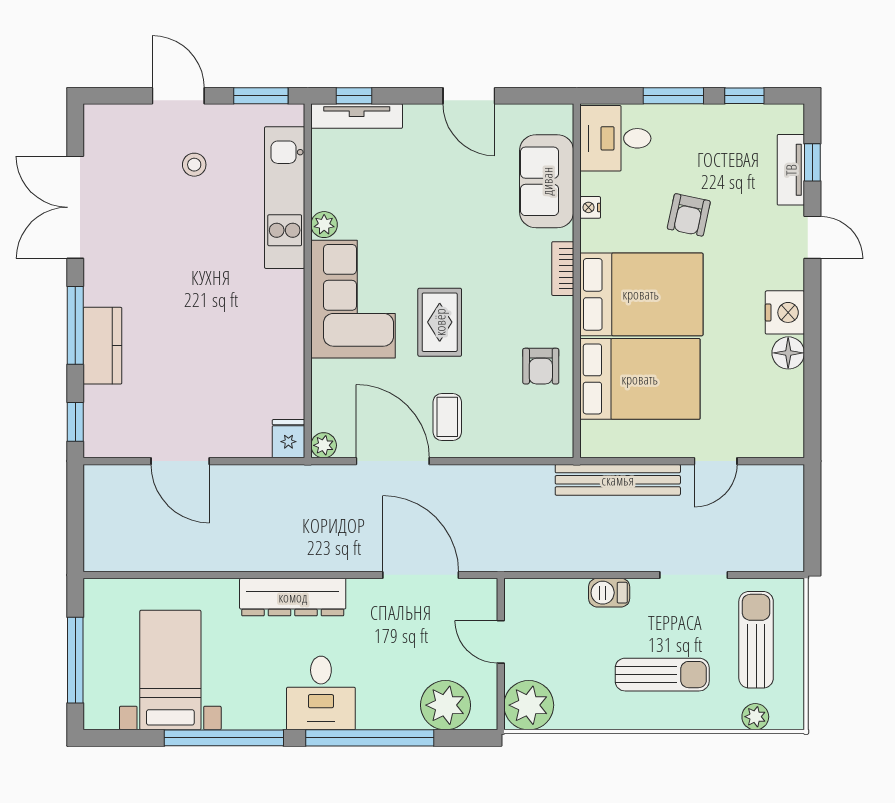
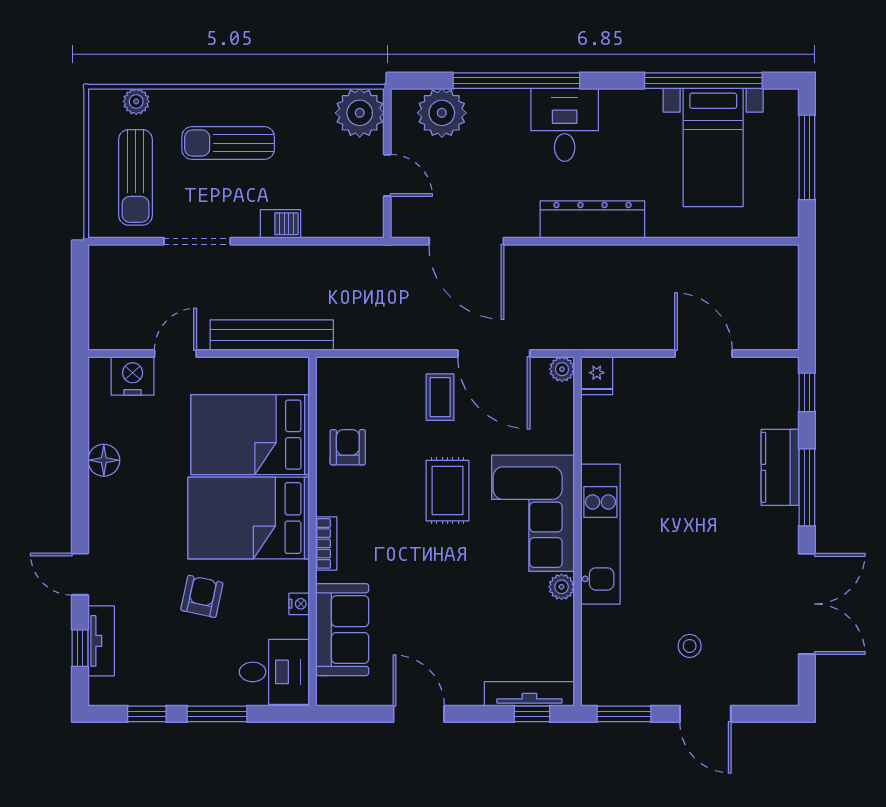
kitchen unit: (285, 198) -> (600, 534), moved
nightstand: (785, 312) -> (133, 376), moved, turned 90
window: (224, 738) -> (703, 81), moved

